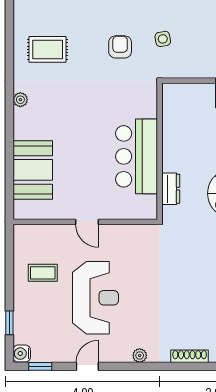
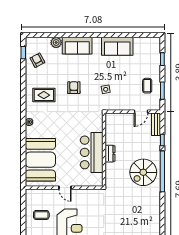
armchair: (120, 47) -> (74, 88), moved
booth: (33, 170) -> (40, 160), width x1.36, depth x1.42
dresser: (171, 189) -> (110, 154), moved

